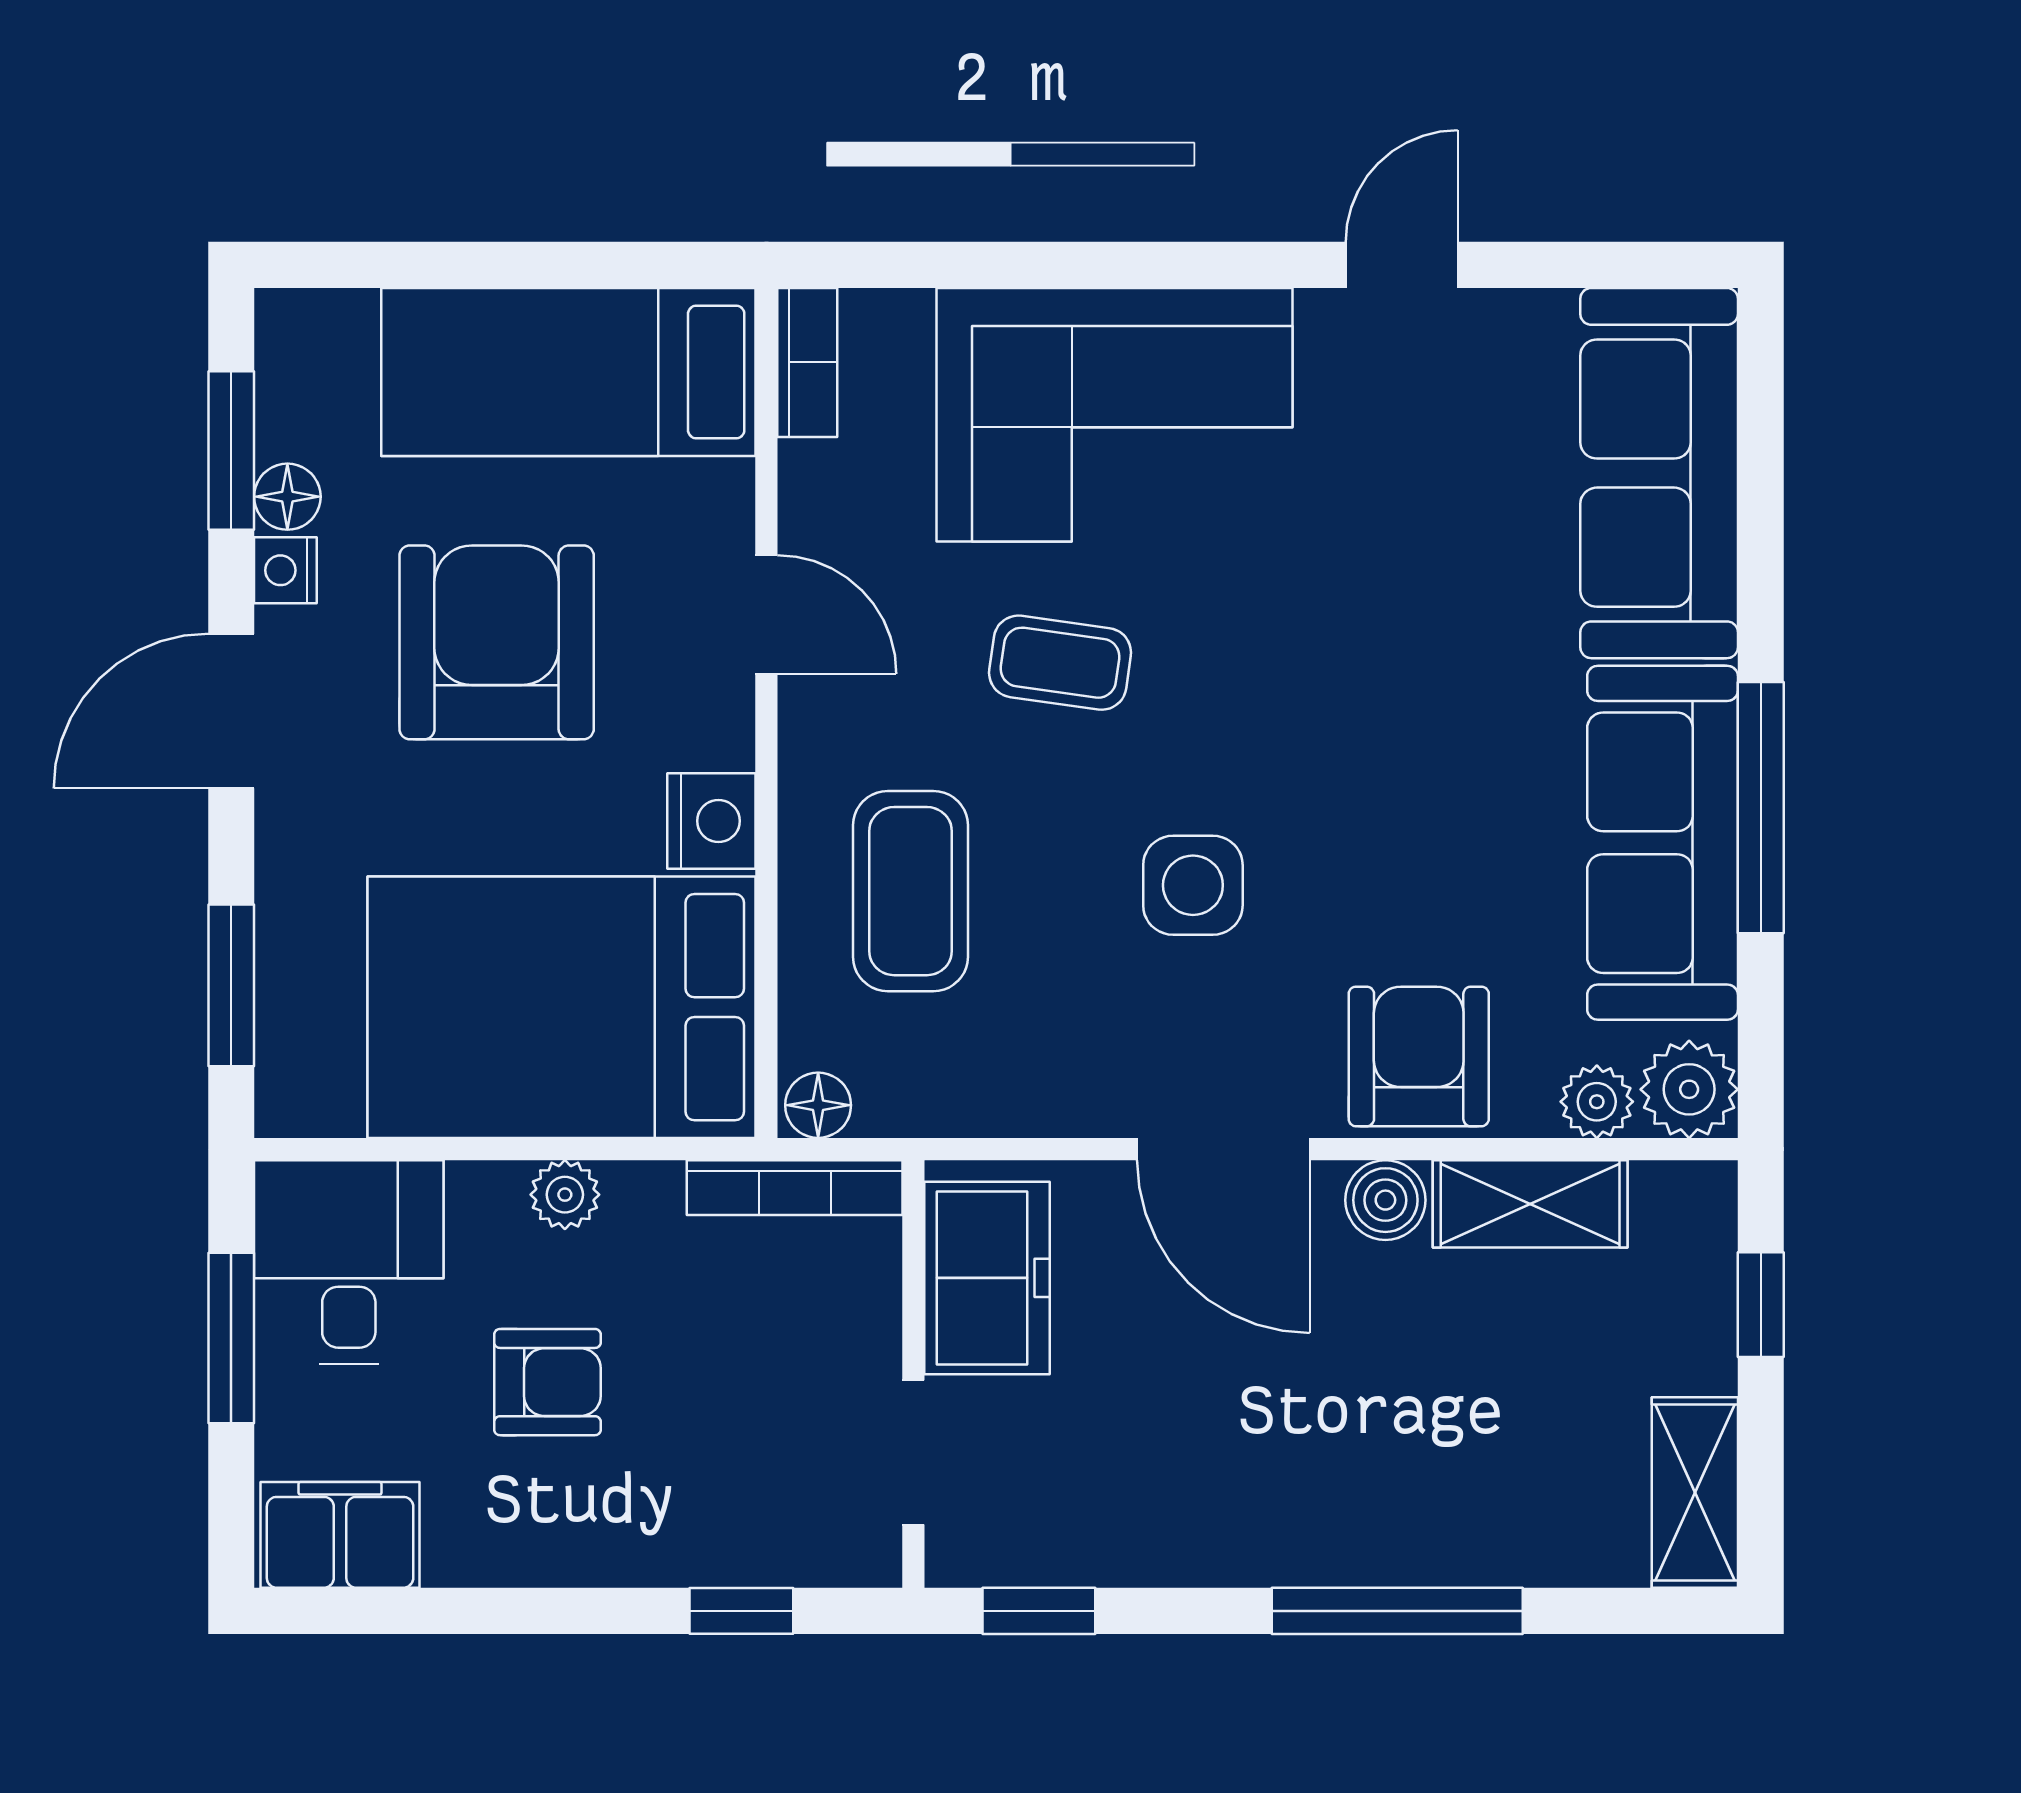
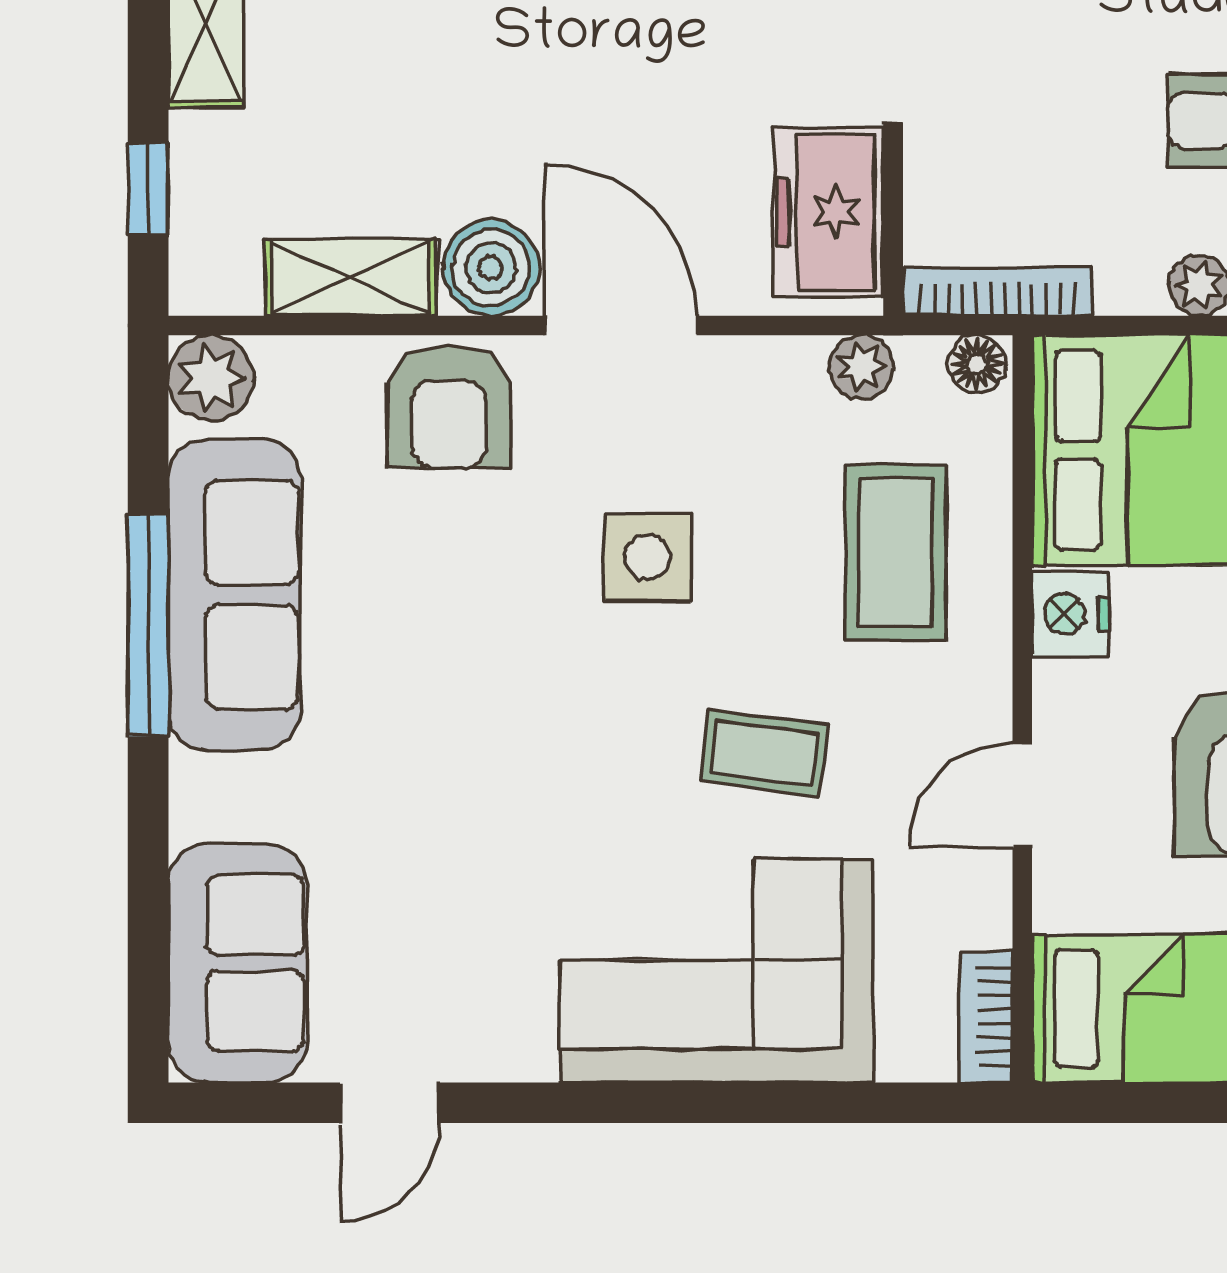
door: (1402, 265) -> (389, 1103), moved
sofa: (1659, 473) -> (237, 963), width x0.73
door: (766, 615) -> (1022, 795), hinge flipped
plant: (1597, 1102) -> (861, 367), moved
boiler: (1385, 1200) -> (491, 268), width x1.36, depth x1.36

